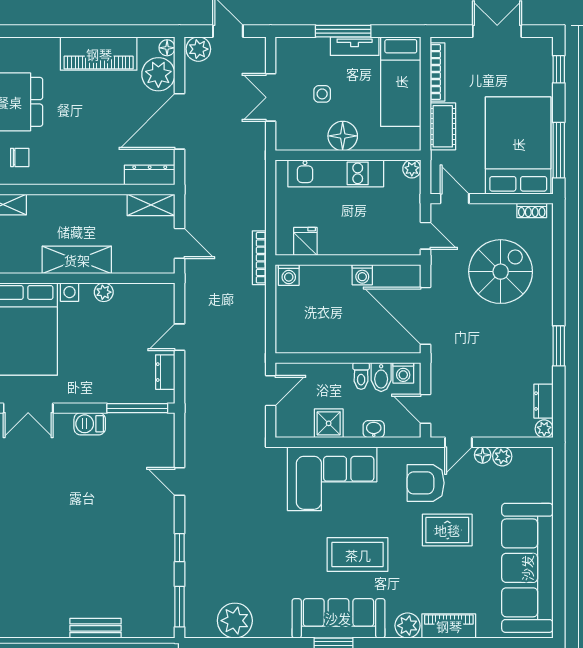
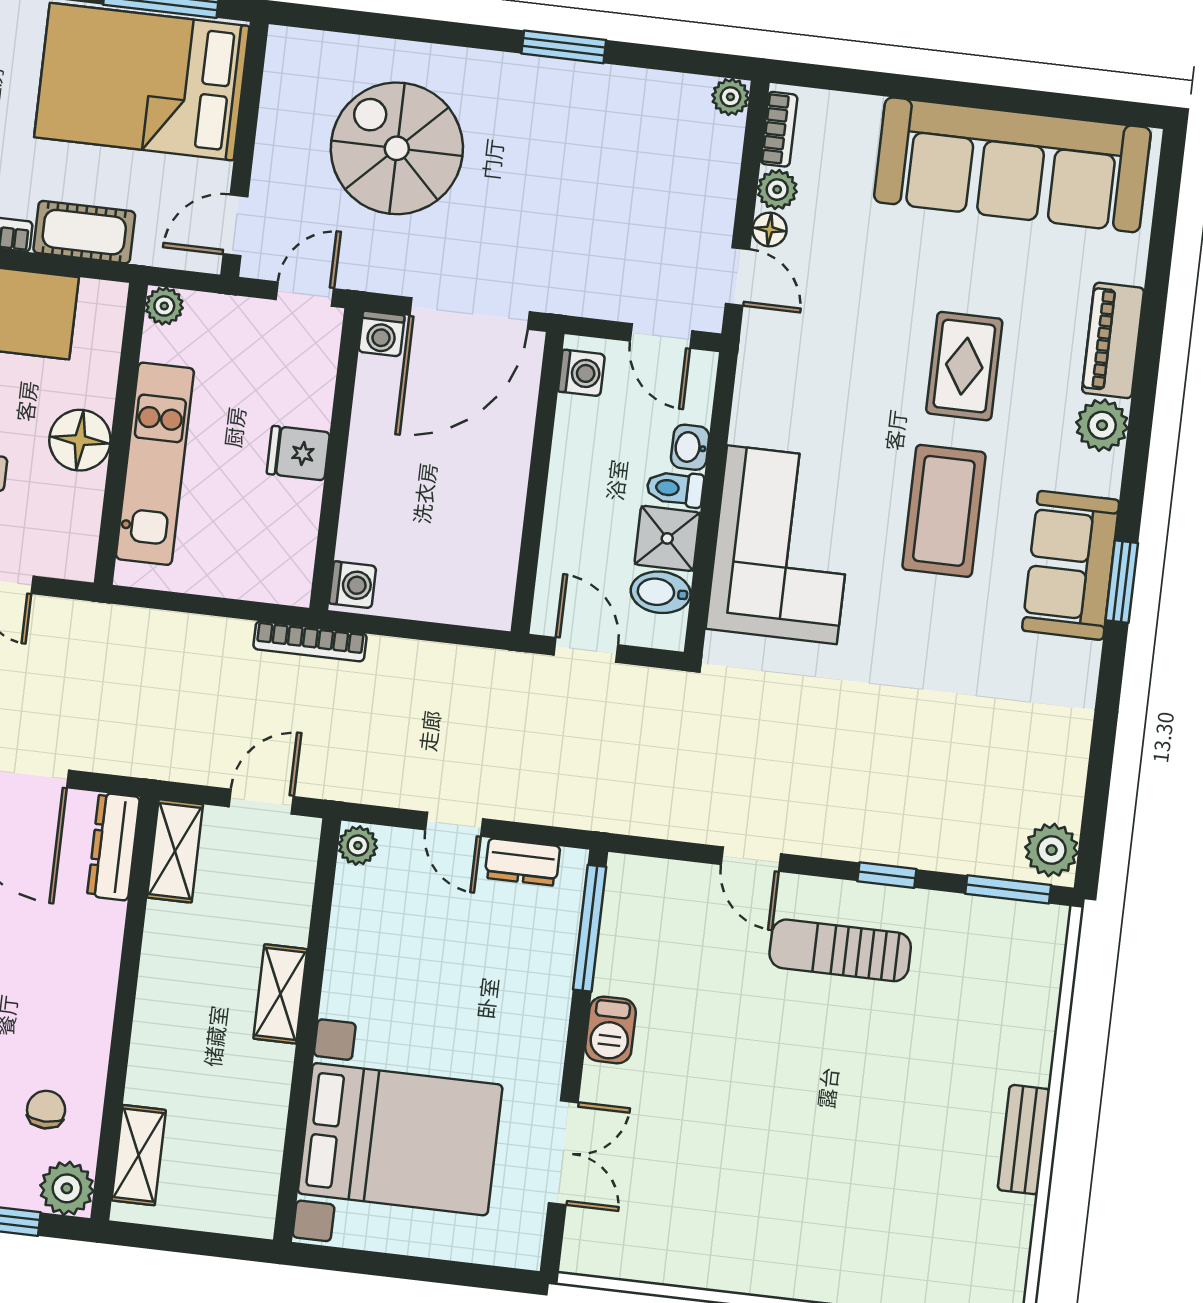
shoe rack: (532, 210) -> (278, 70), removed
fridge: (305, 241) -> (298, 453), moved
shelving: (77, 260) -> (280, 994), width x0.67, depth x0.75
washing machine: (362, 275) -> (382, 334), moved, turned 90
plant: (104, 292) -> (358, 846), moved
toilet: (361, 376) -> (675, 488), moved, turned 180
bidet: (381, 377) -> (661, 592), moved, turned 180
dresser: (543, 401) -> (673, 91), removed
door: (425, 409) -> (661, 336), hinge flipped
bookcase: (531, 454) -> (779, 129), added
door: (180, 482) -> (751, 859), hinge flipped
armchair: (426, 483) -> (813, 353), removed
sun lounger: (141, 529) -> (840, 950), added
rug: (447, 530) -> (964, 366), moved
sofa: (338, 618) -> (1071, 565), width x0.73
plant: (235, 621) -> (1052, 850), moved, width x0.73, depth x0.73
bench: (95, 628) -> (1024, 1140), moved

